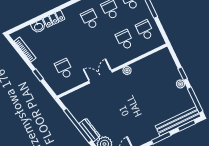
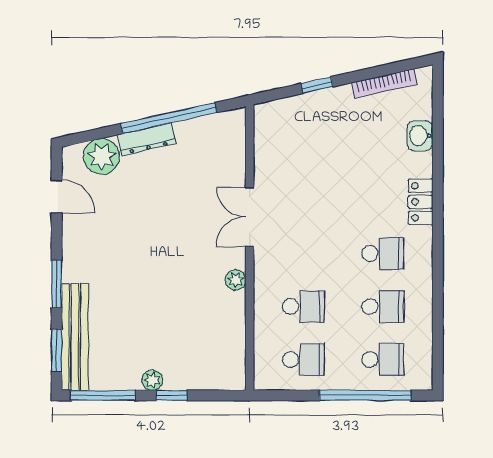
locker: (54, 19) -> (421, 202), moved
school desk: (64, 69) -> (303, 147), removed
double door: (100, 77) -> (250, 217), swing flipped

